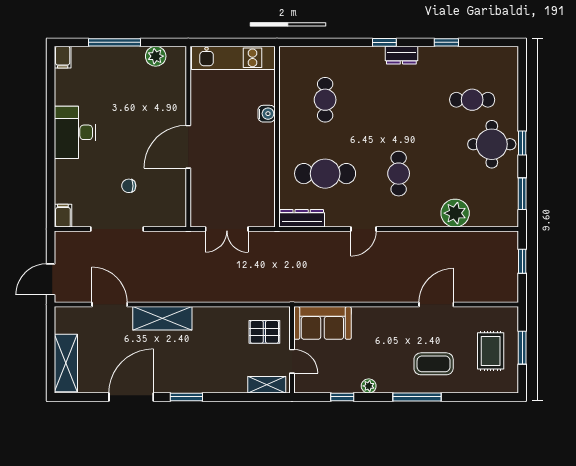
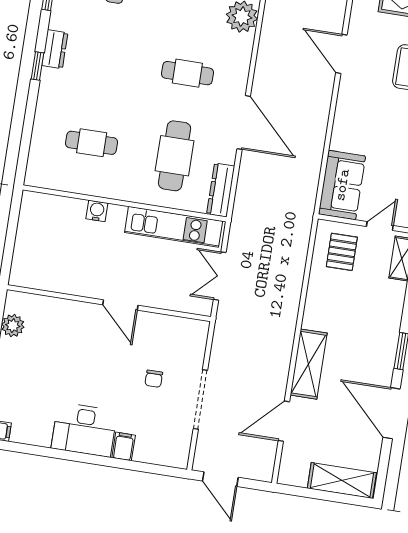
kitchen unit: (233, 58) -> (174, 227), moved, turned 90
door: (188, 147) -> (120, 305), width x0.73
filing cabinet: (63, 216) -> (124, 446), moved, turned 90
double door: (227, 229) -> (220, 276), swing flipped
door: (363, 229) -> (244, 122), width x1.88
door: (51, 279) -> (220, 479), moved

